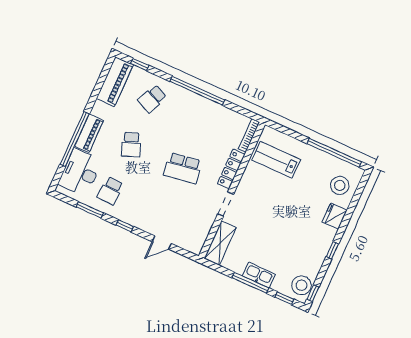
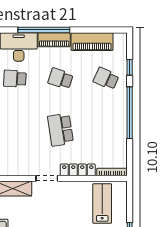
window: (140, 65) -> (130, 67), moved
piano: (115, 82) -> (92, 42), moved
school desk: (131, 145) -> (60, 79), turned 39

